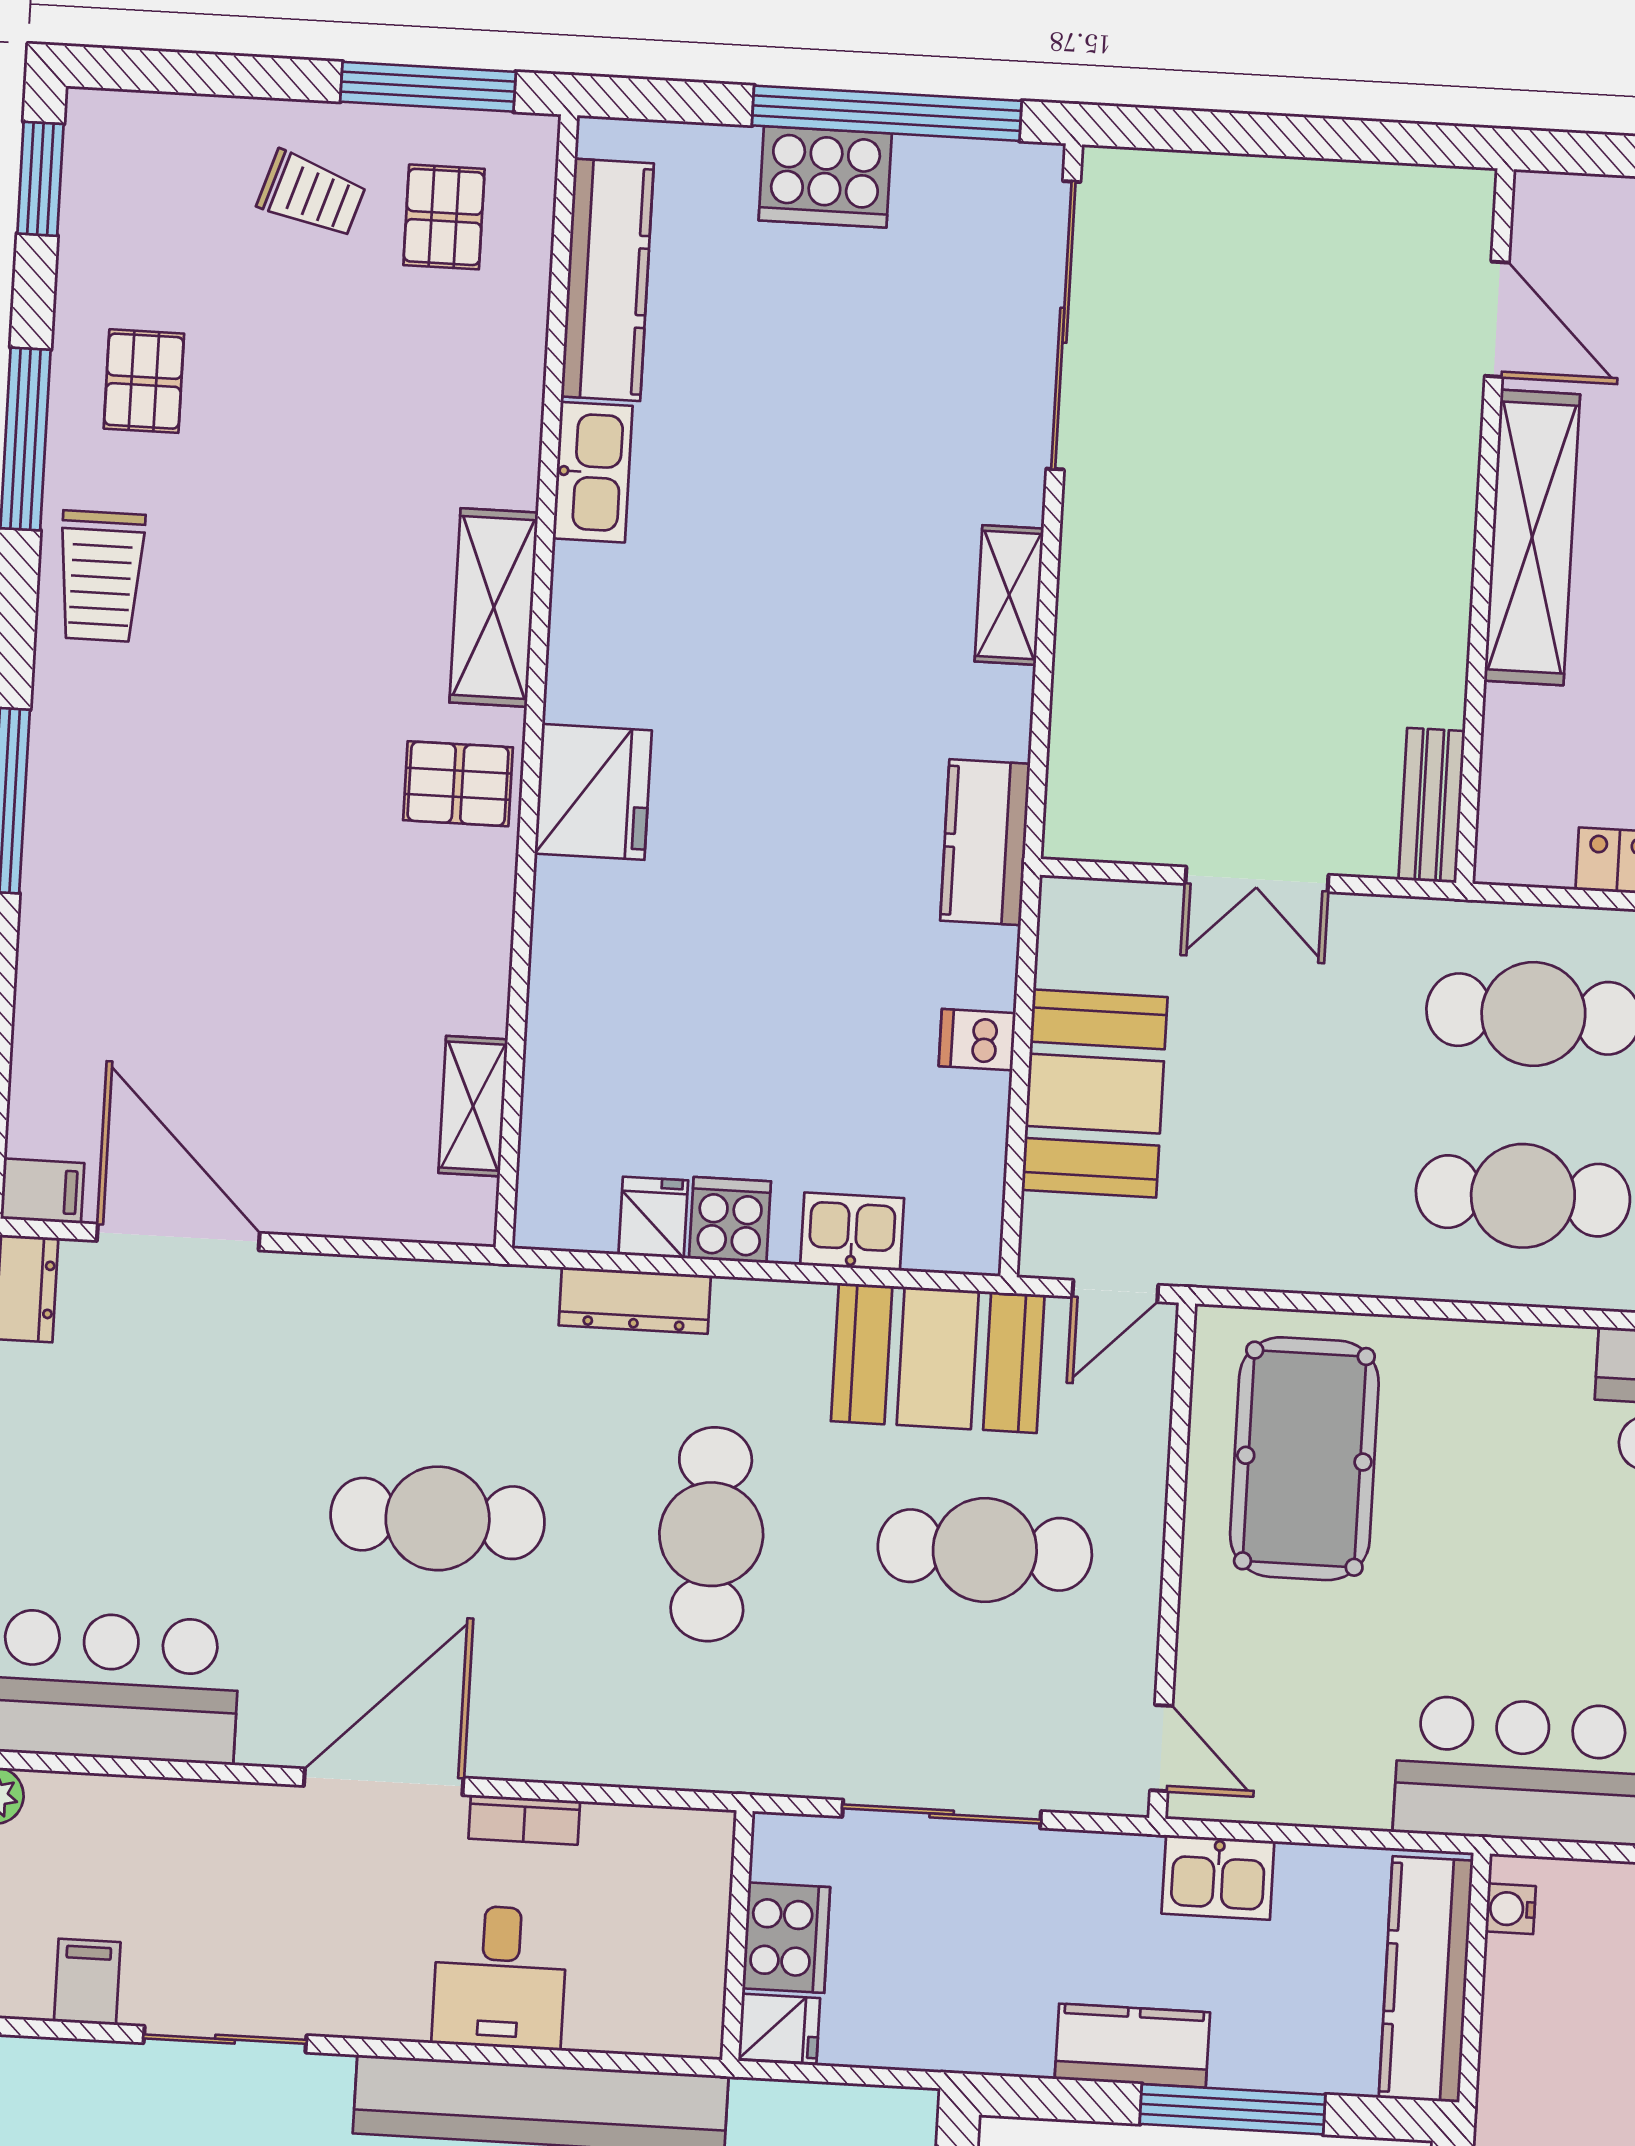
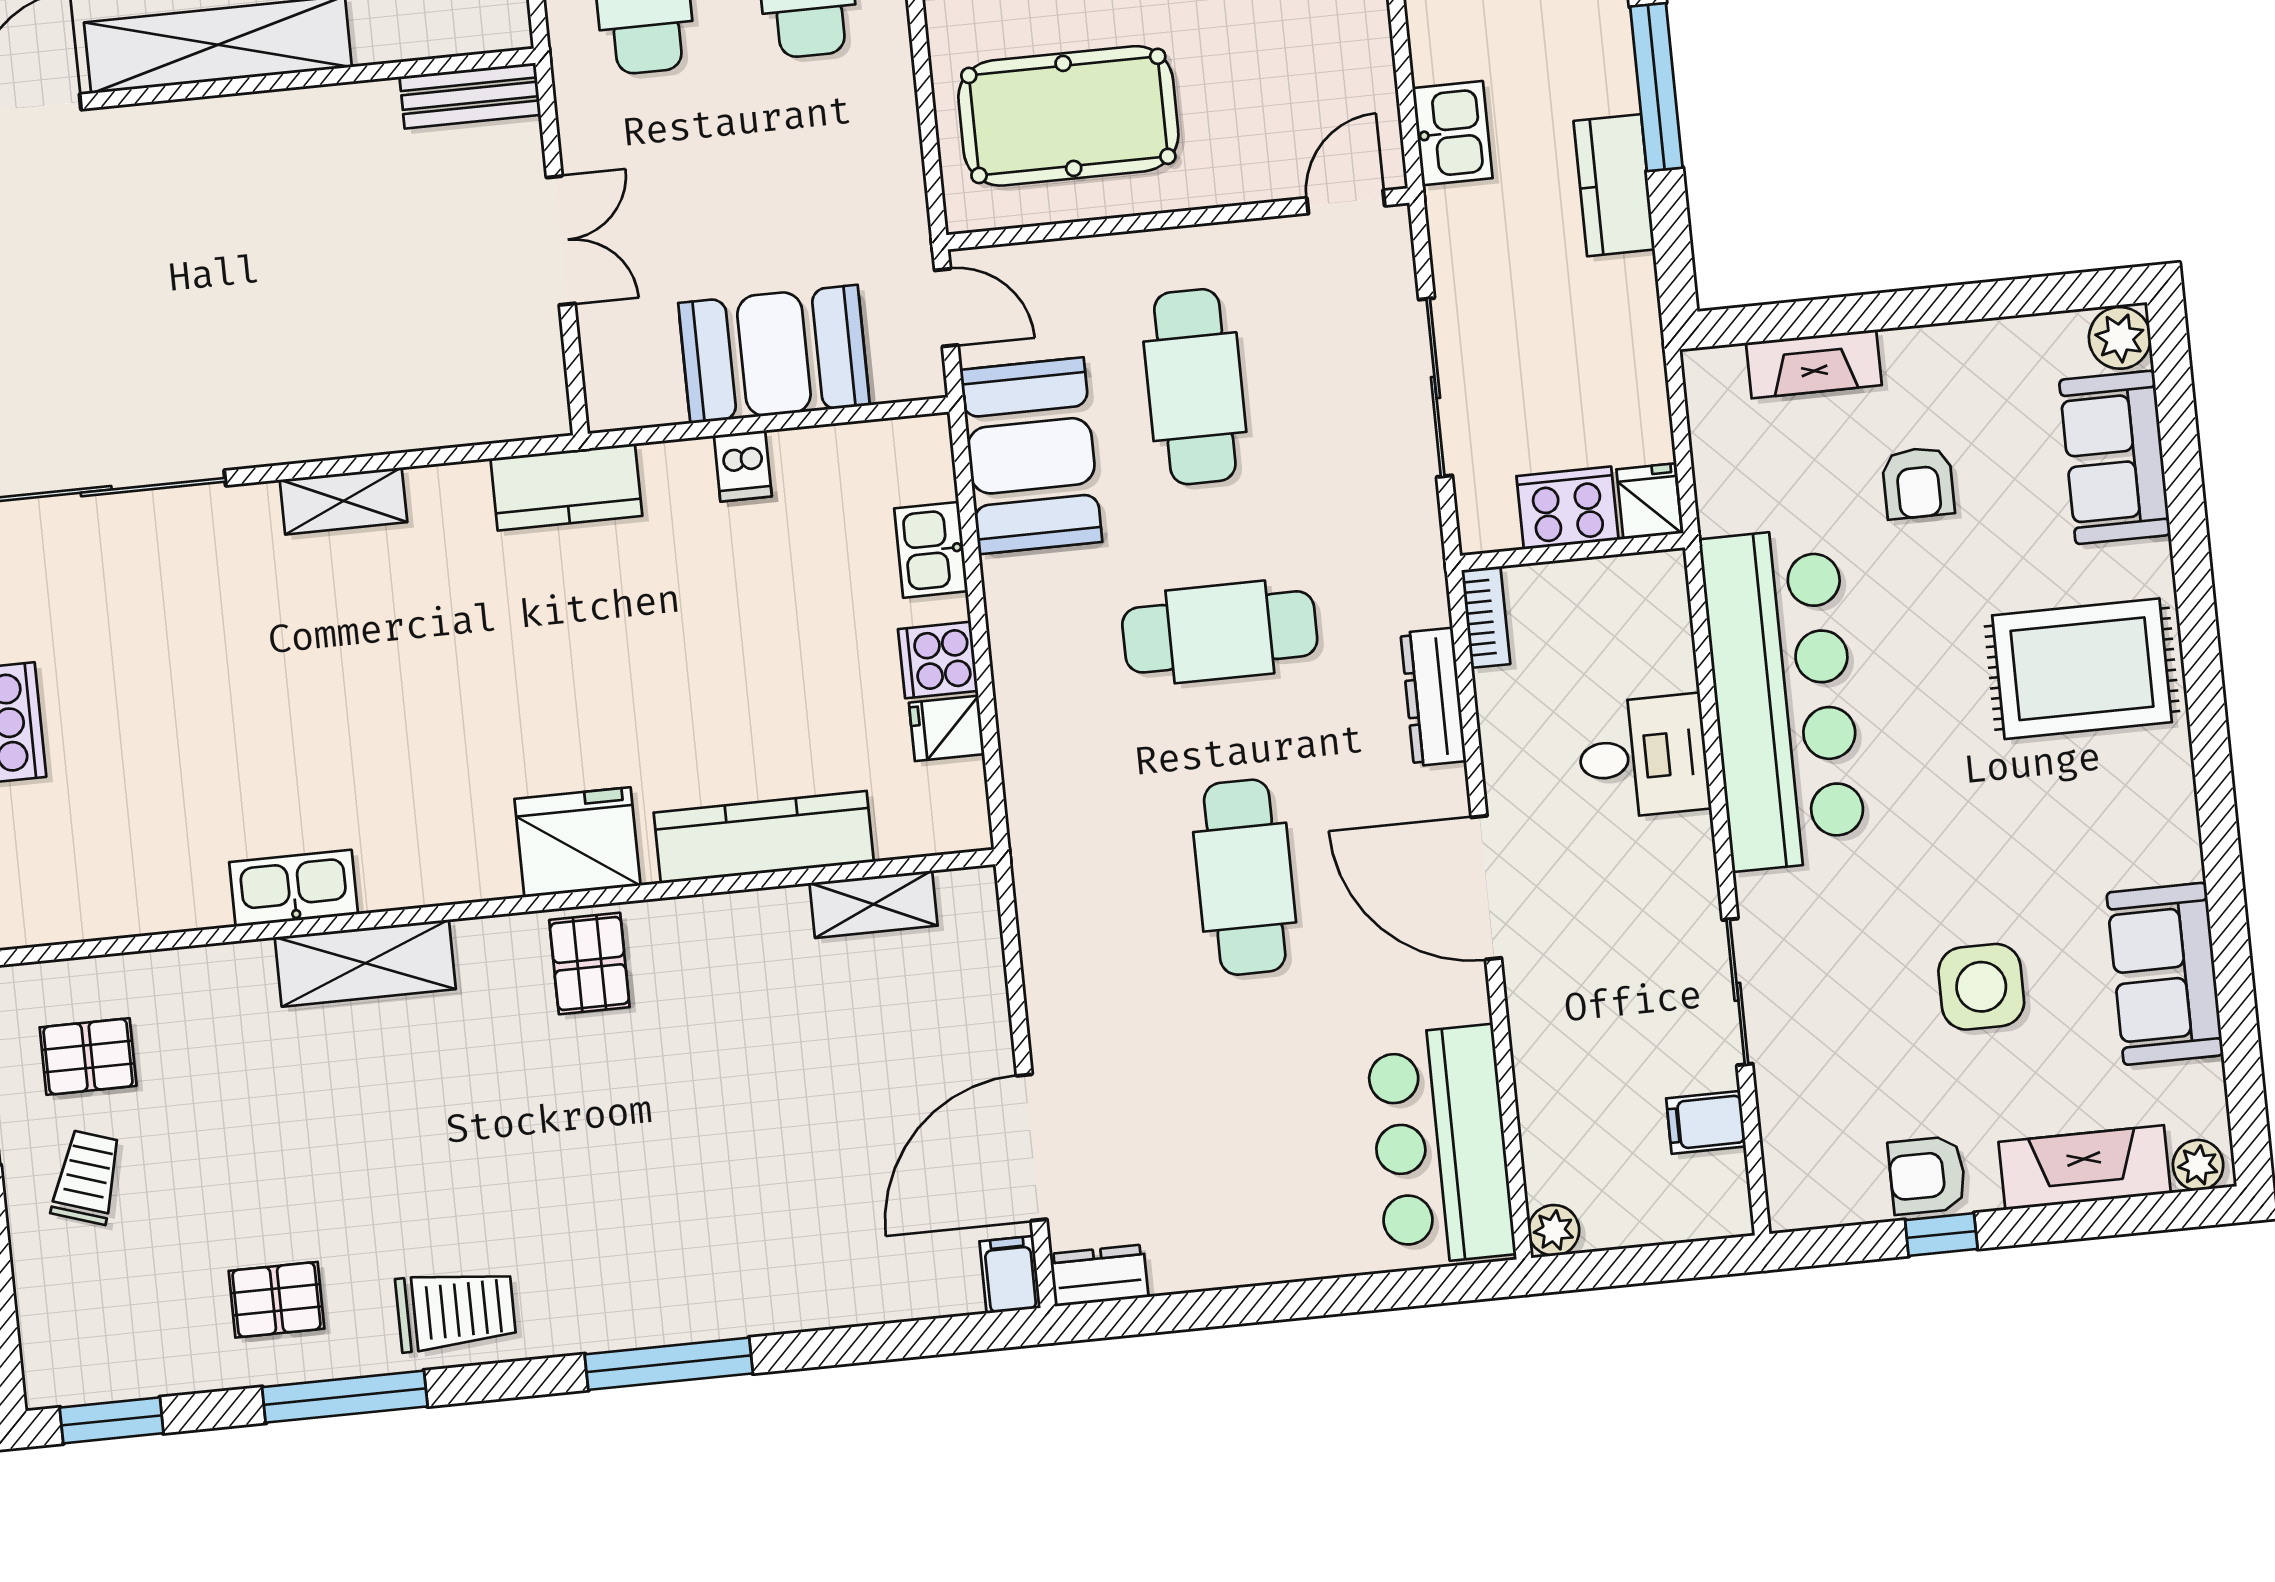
kitchen counter: (607, 280) -> (764, 837), moved
shelving: (494, 608) -> (365, 963), moved
dresser: (635, 1301) -> (1433, 697), moved, turned 180
bookcase: (524, 1820) -> (1486, 617), moved

